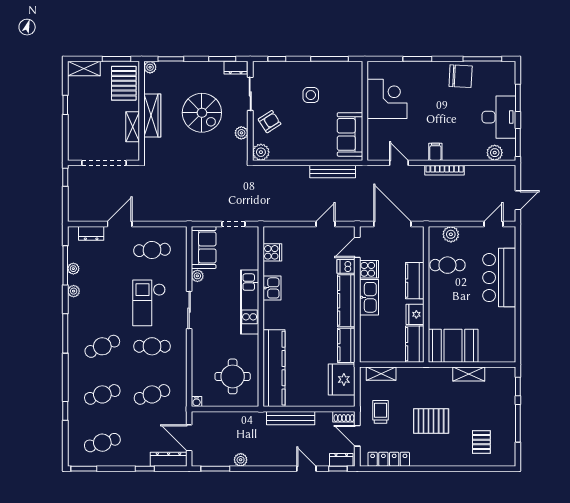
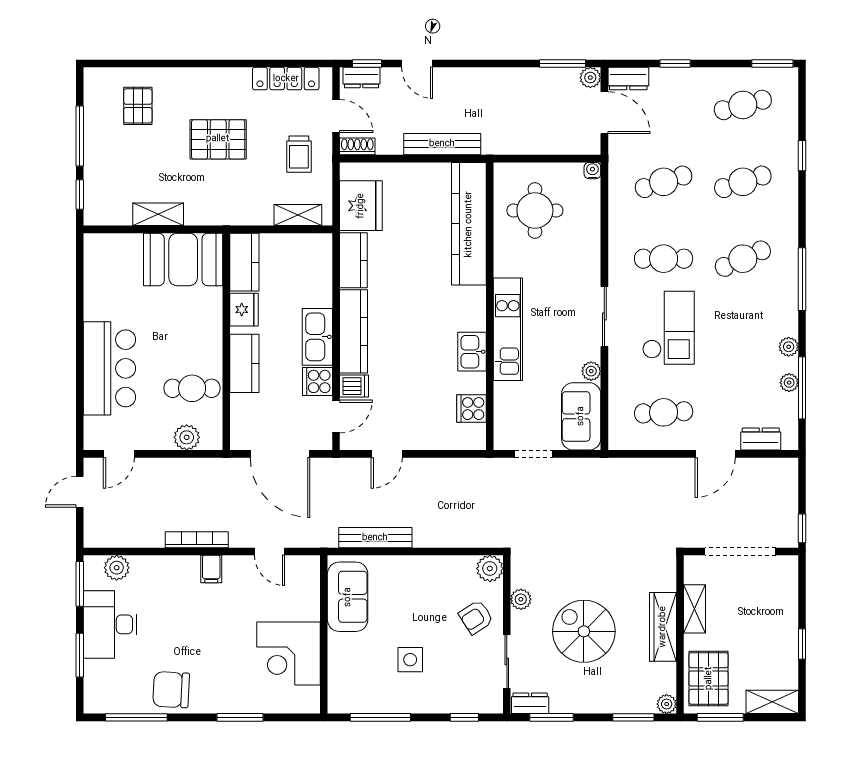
dresser: (169, 459) -> (628, 79), width x0.70
plant: (241, 460) -> (590, 78), moved

